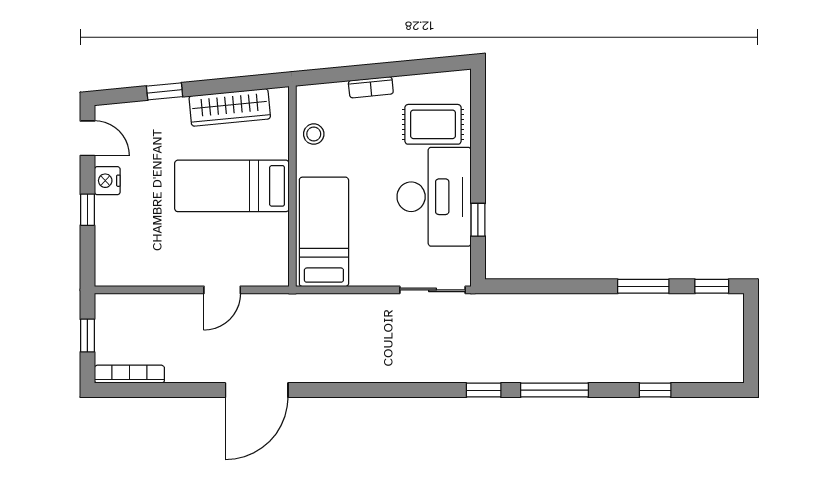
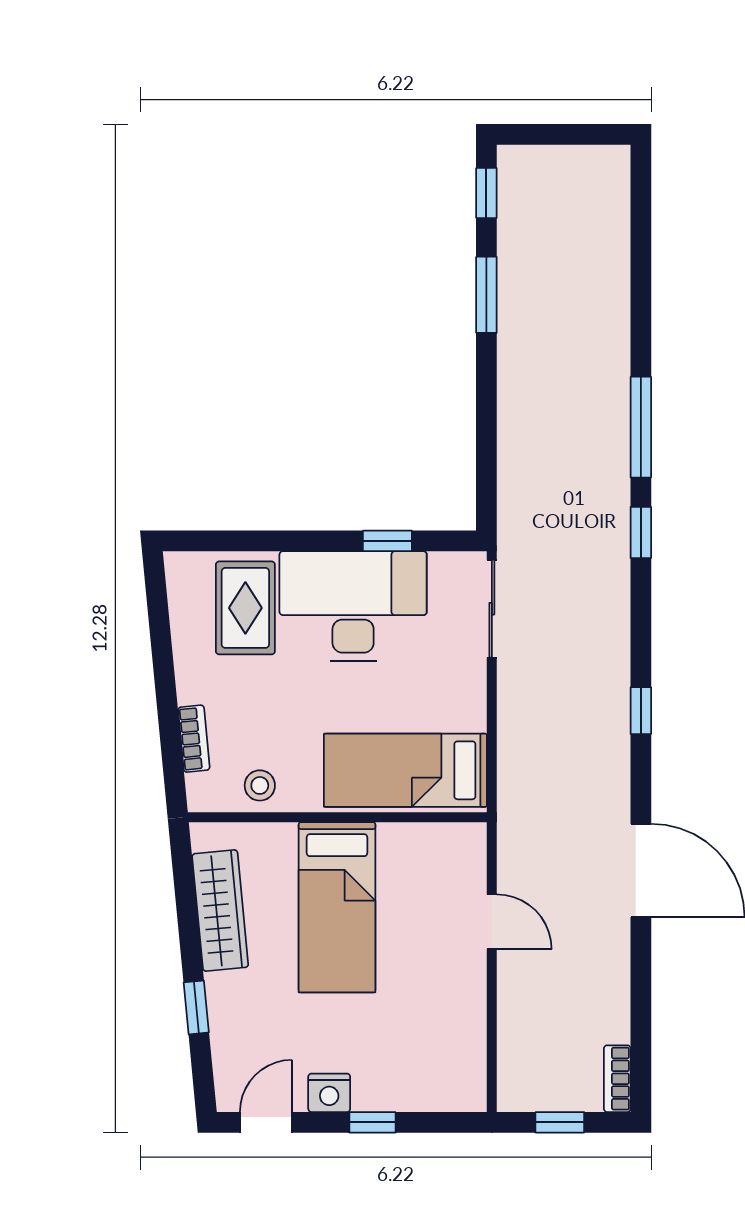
bookcase: (371, 87) -> (194, 739), moved
bookcase: (129, 374) -> (617, 1079), width x0.64
window: (655, 390) -> (641, 711), moved

